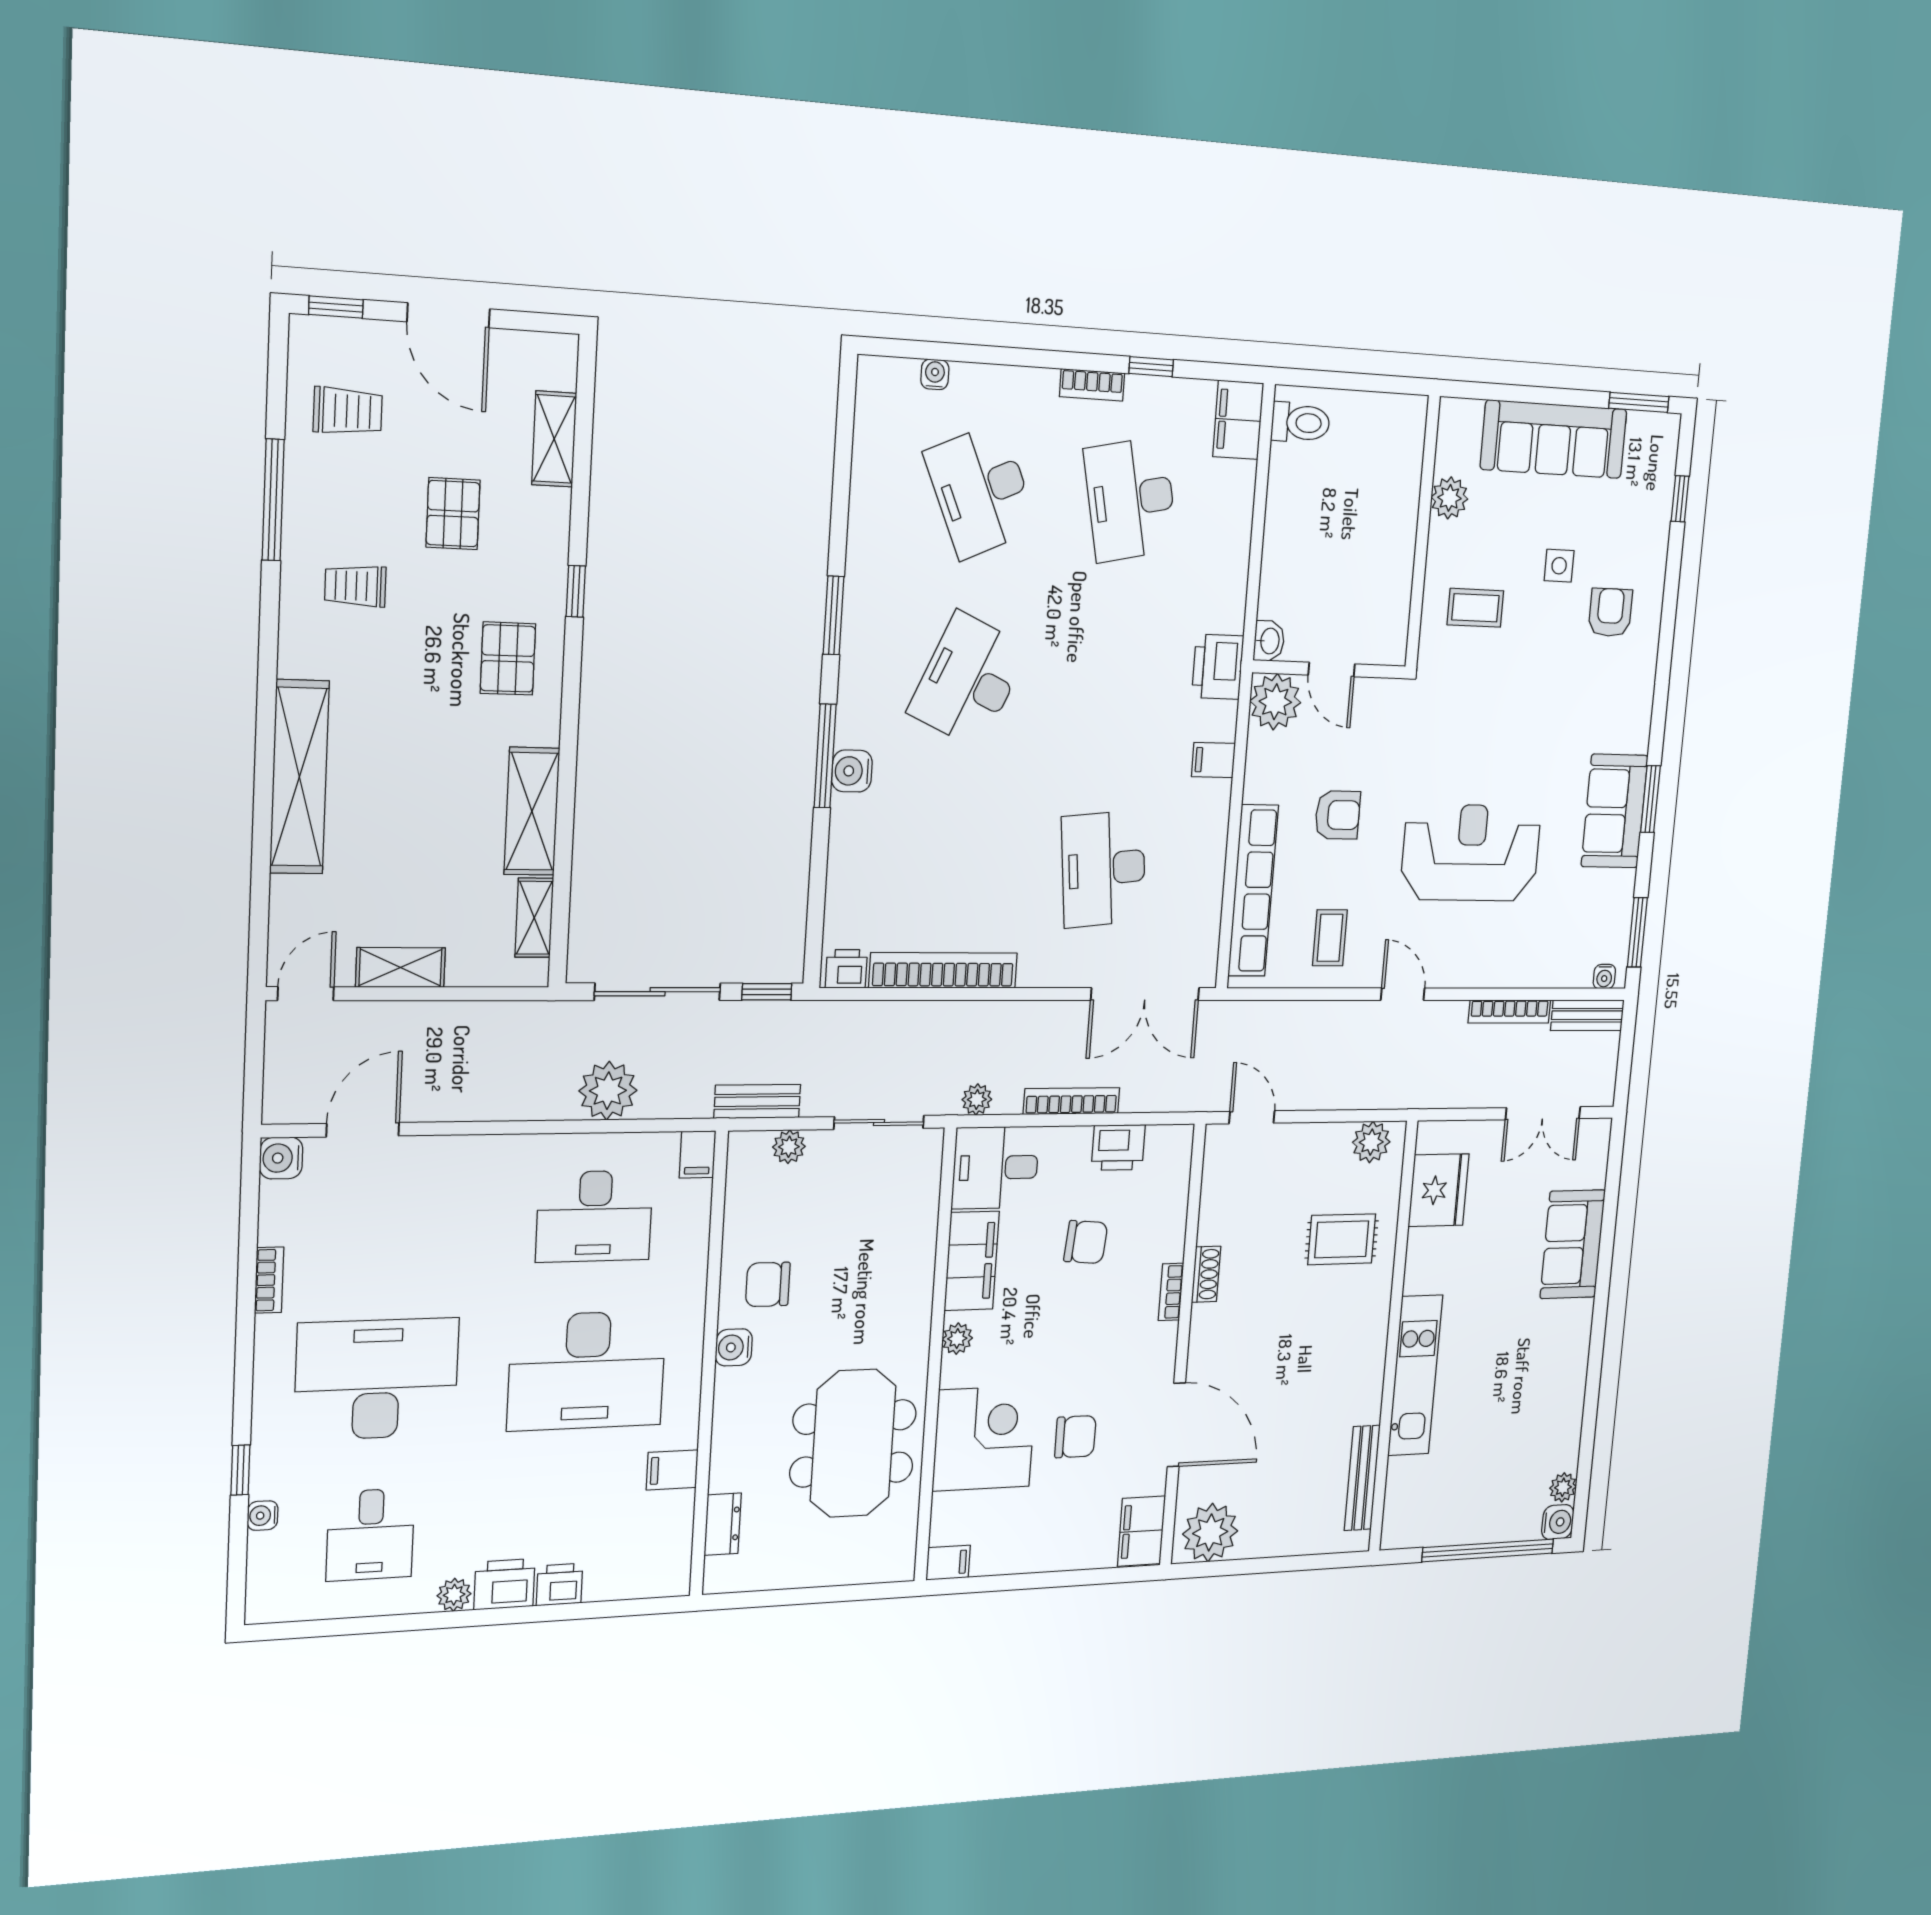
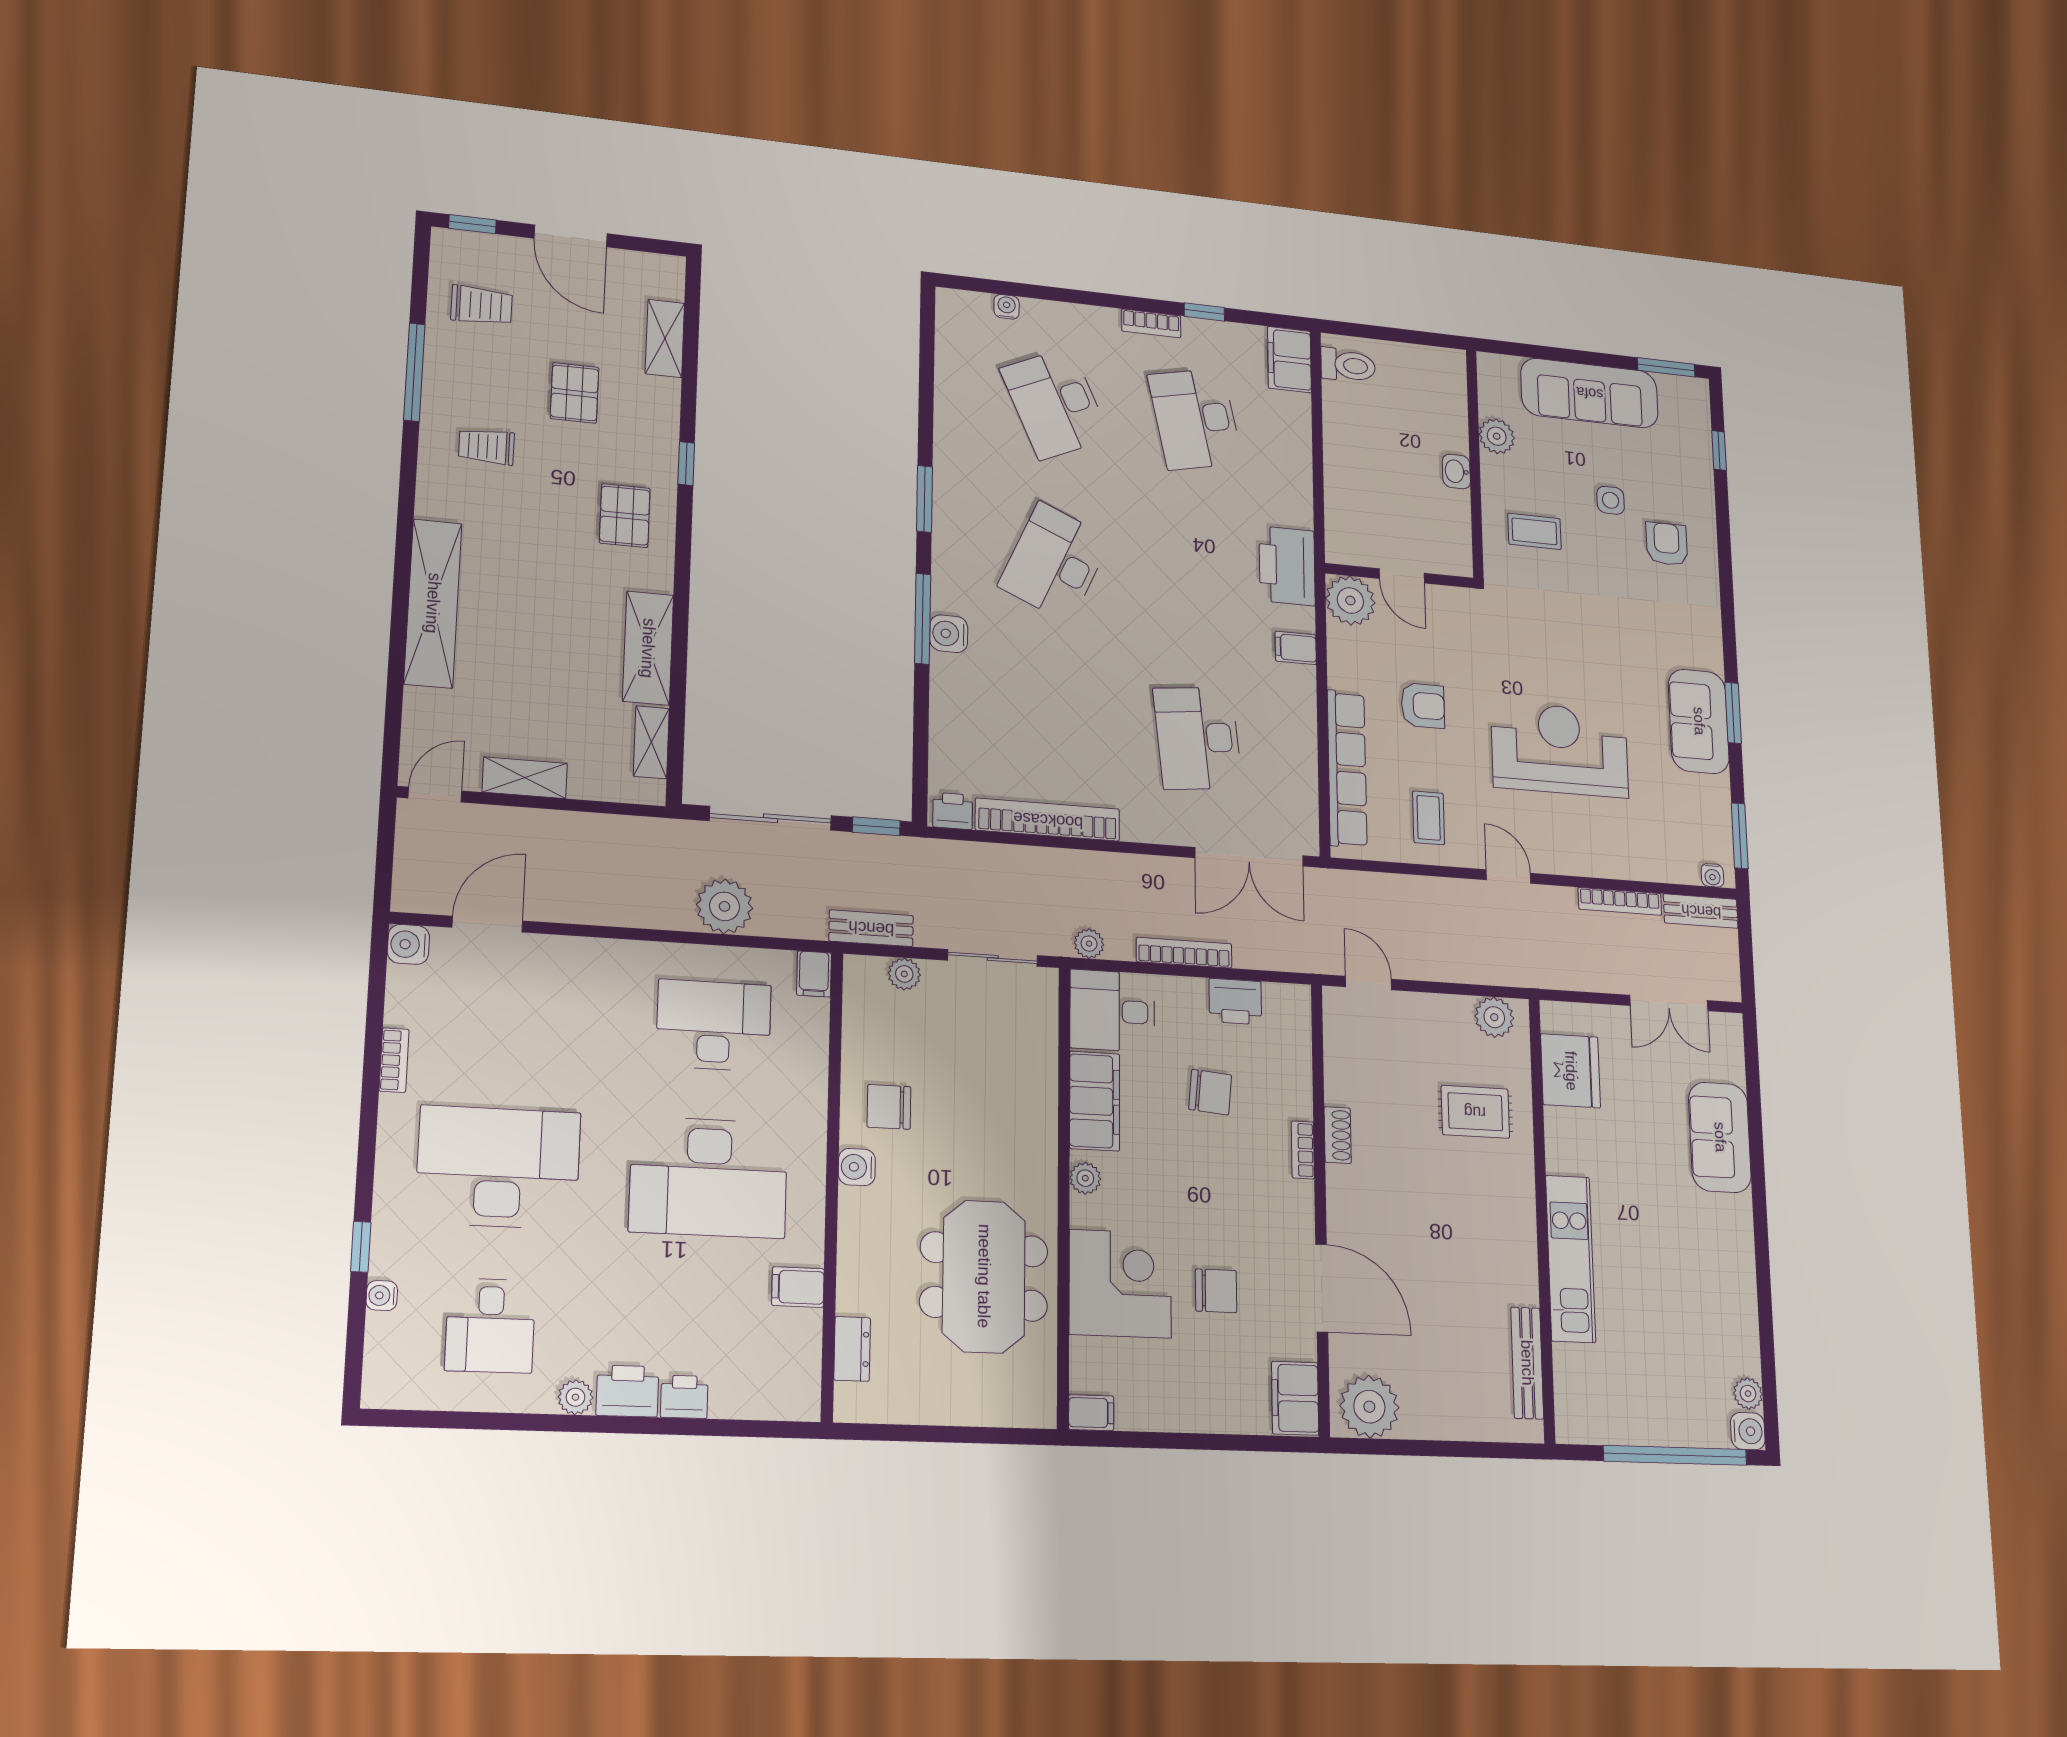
washbasin: (1269, 641) -> (1456, 471), moved, turned 180
printer: (1218, 667) -> (1287, 566), width x1.37, depth x1.19
desk: (594, 1216) -> (714, 1025), turned 180

